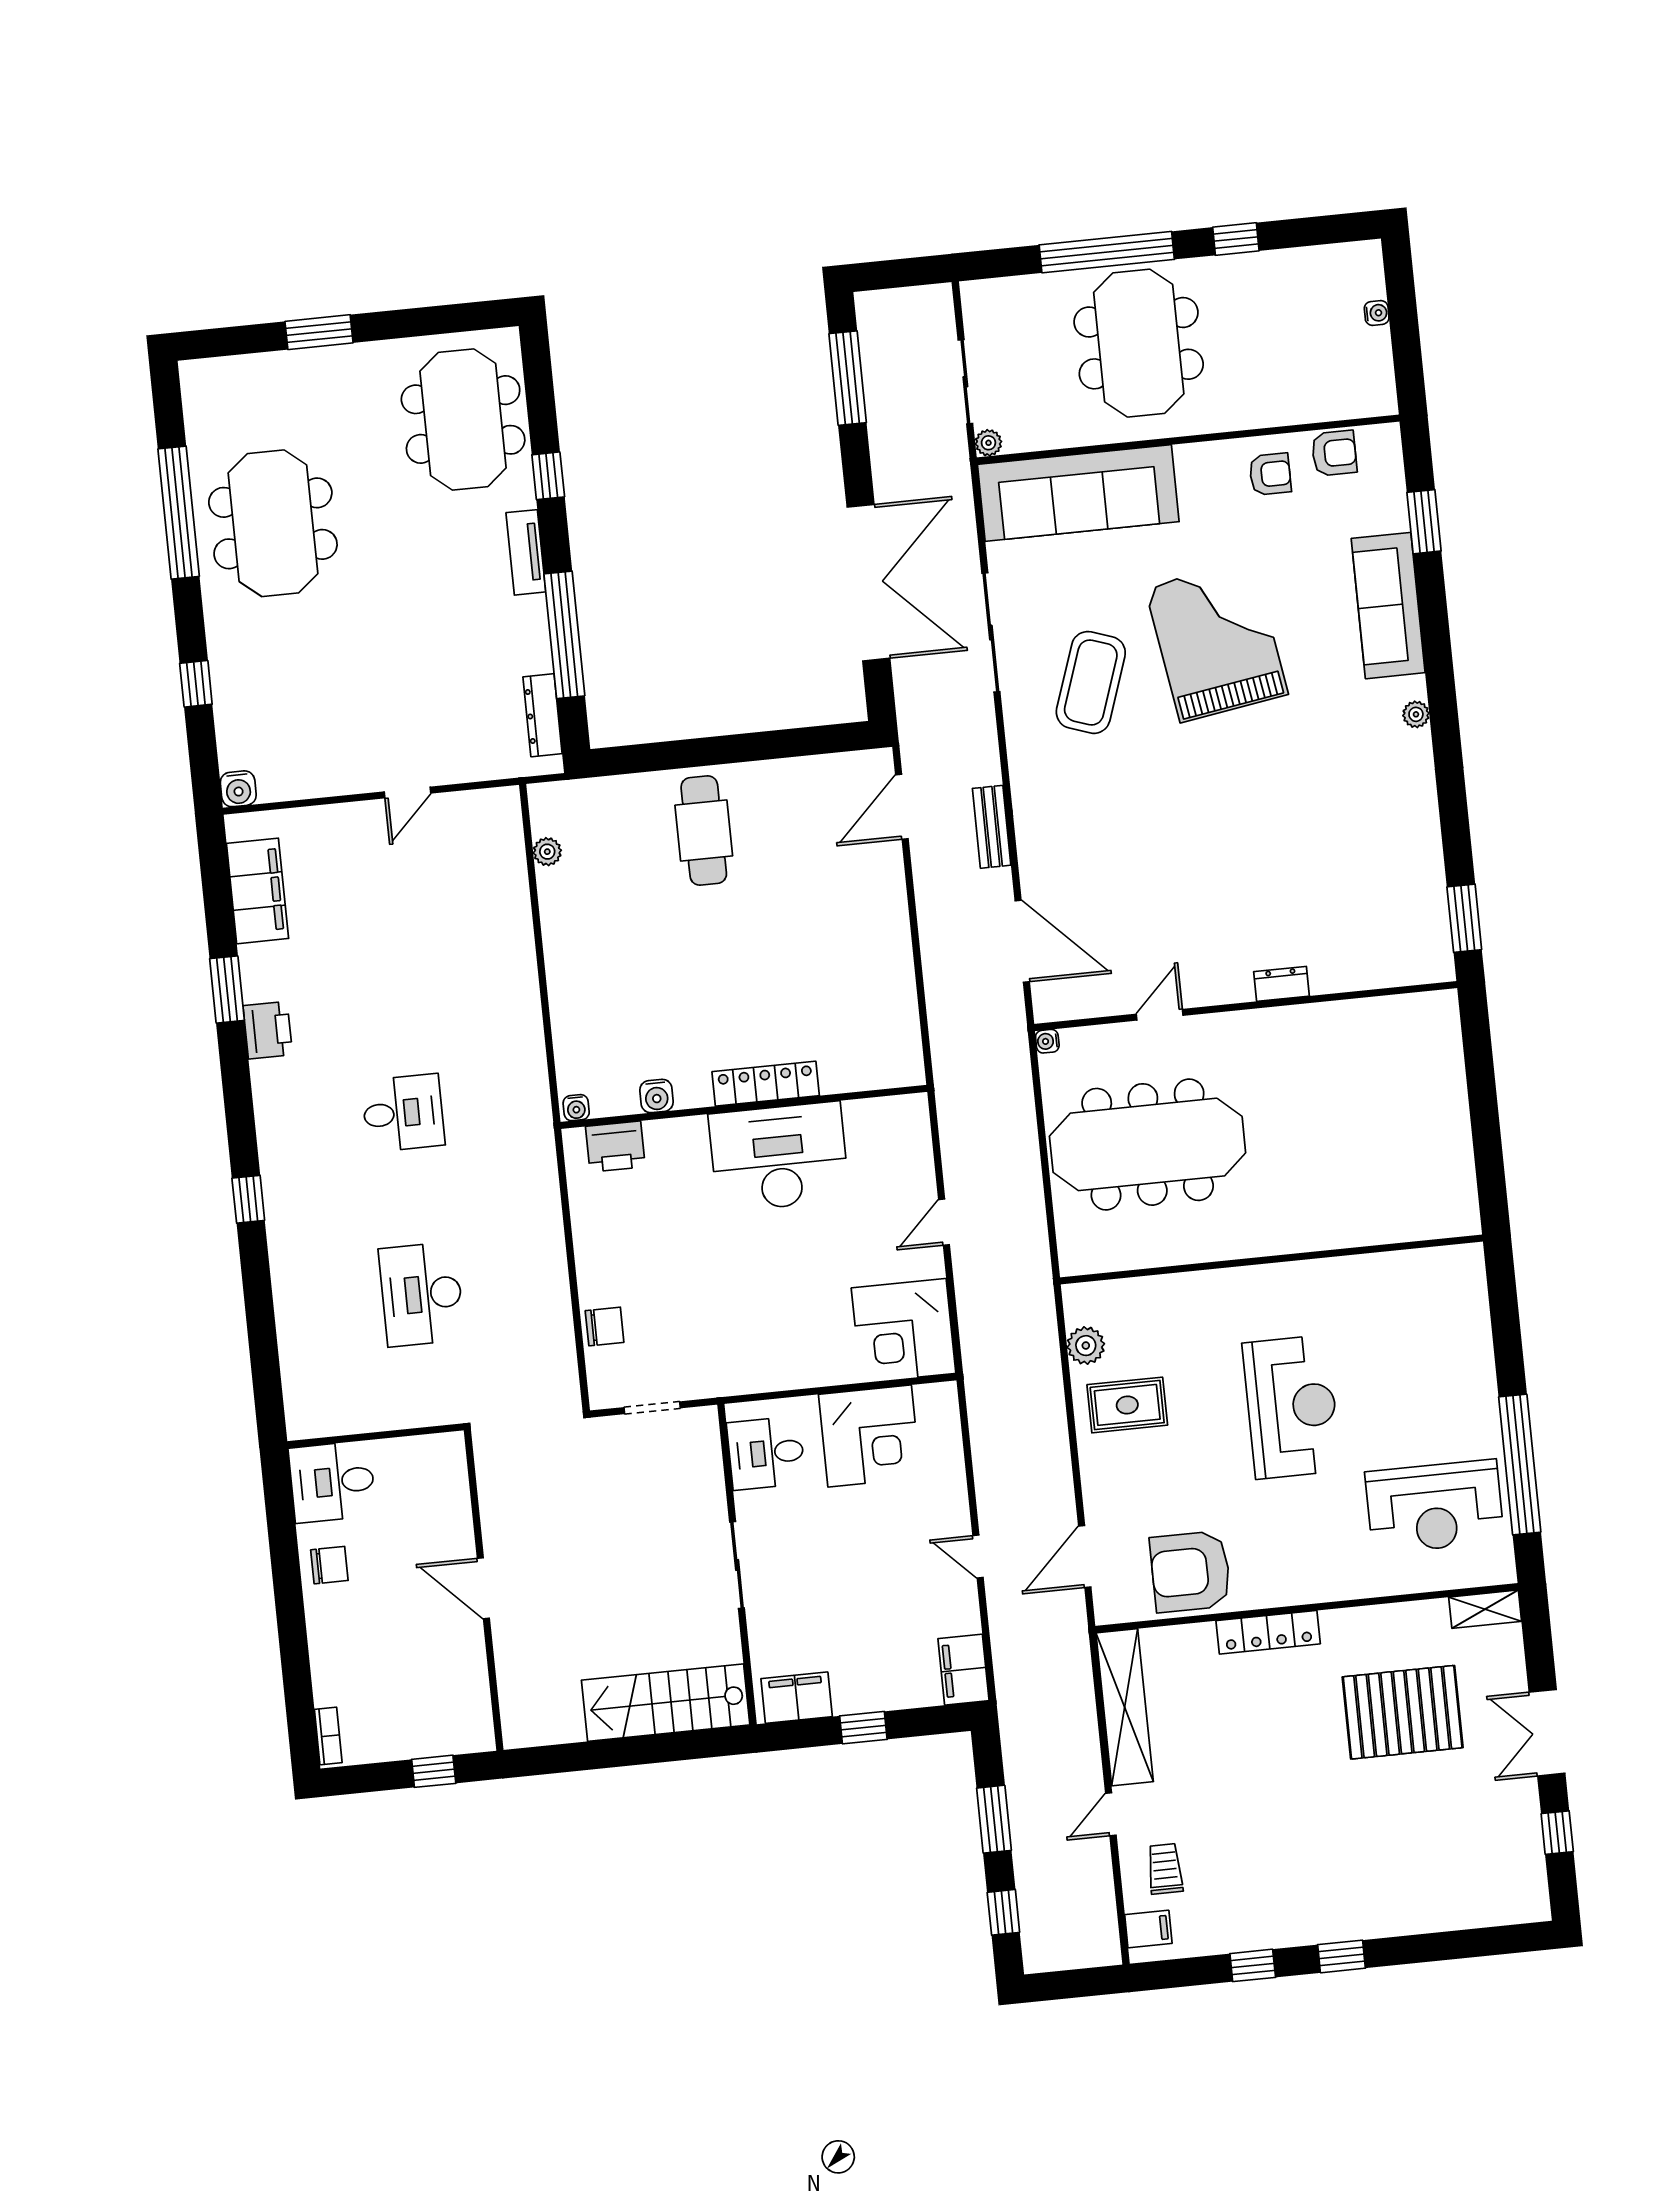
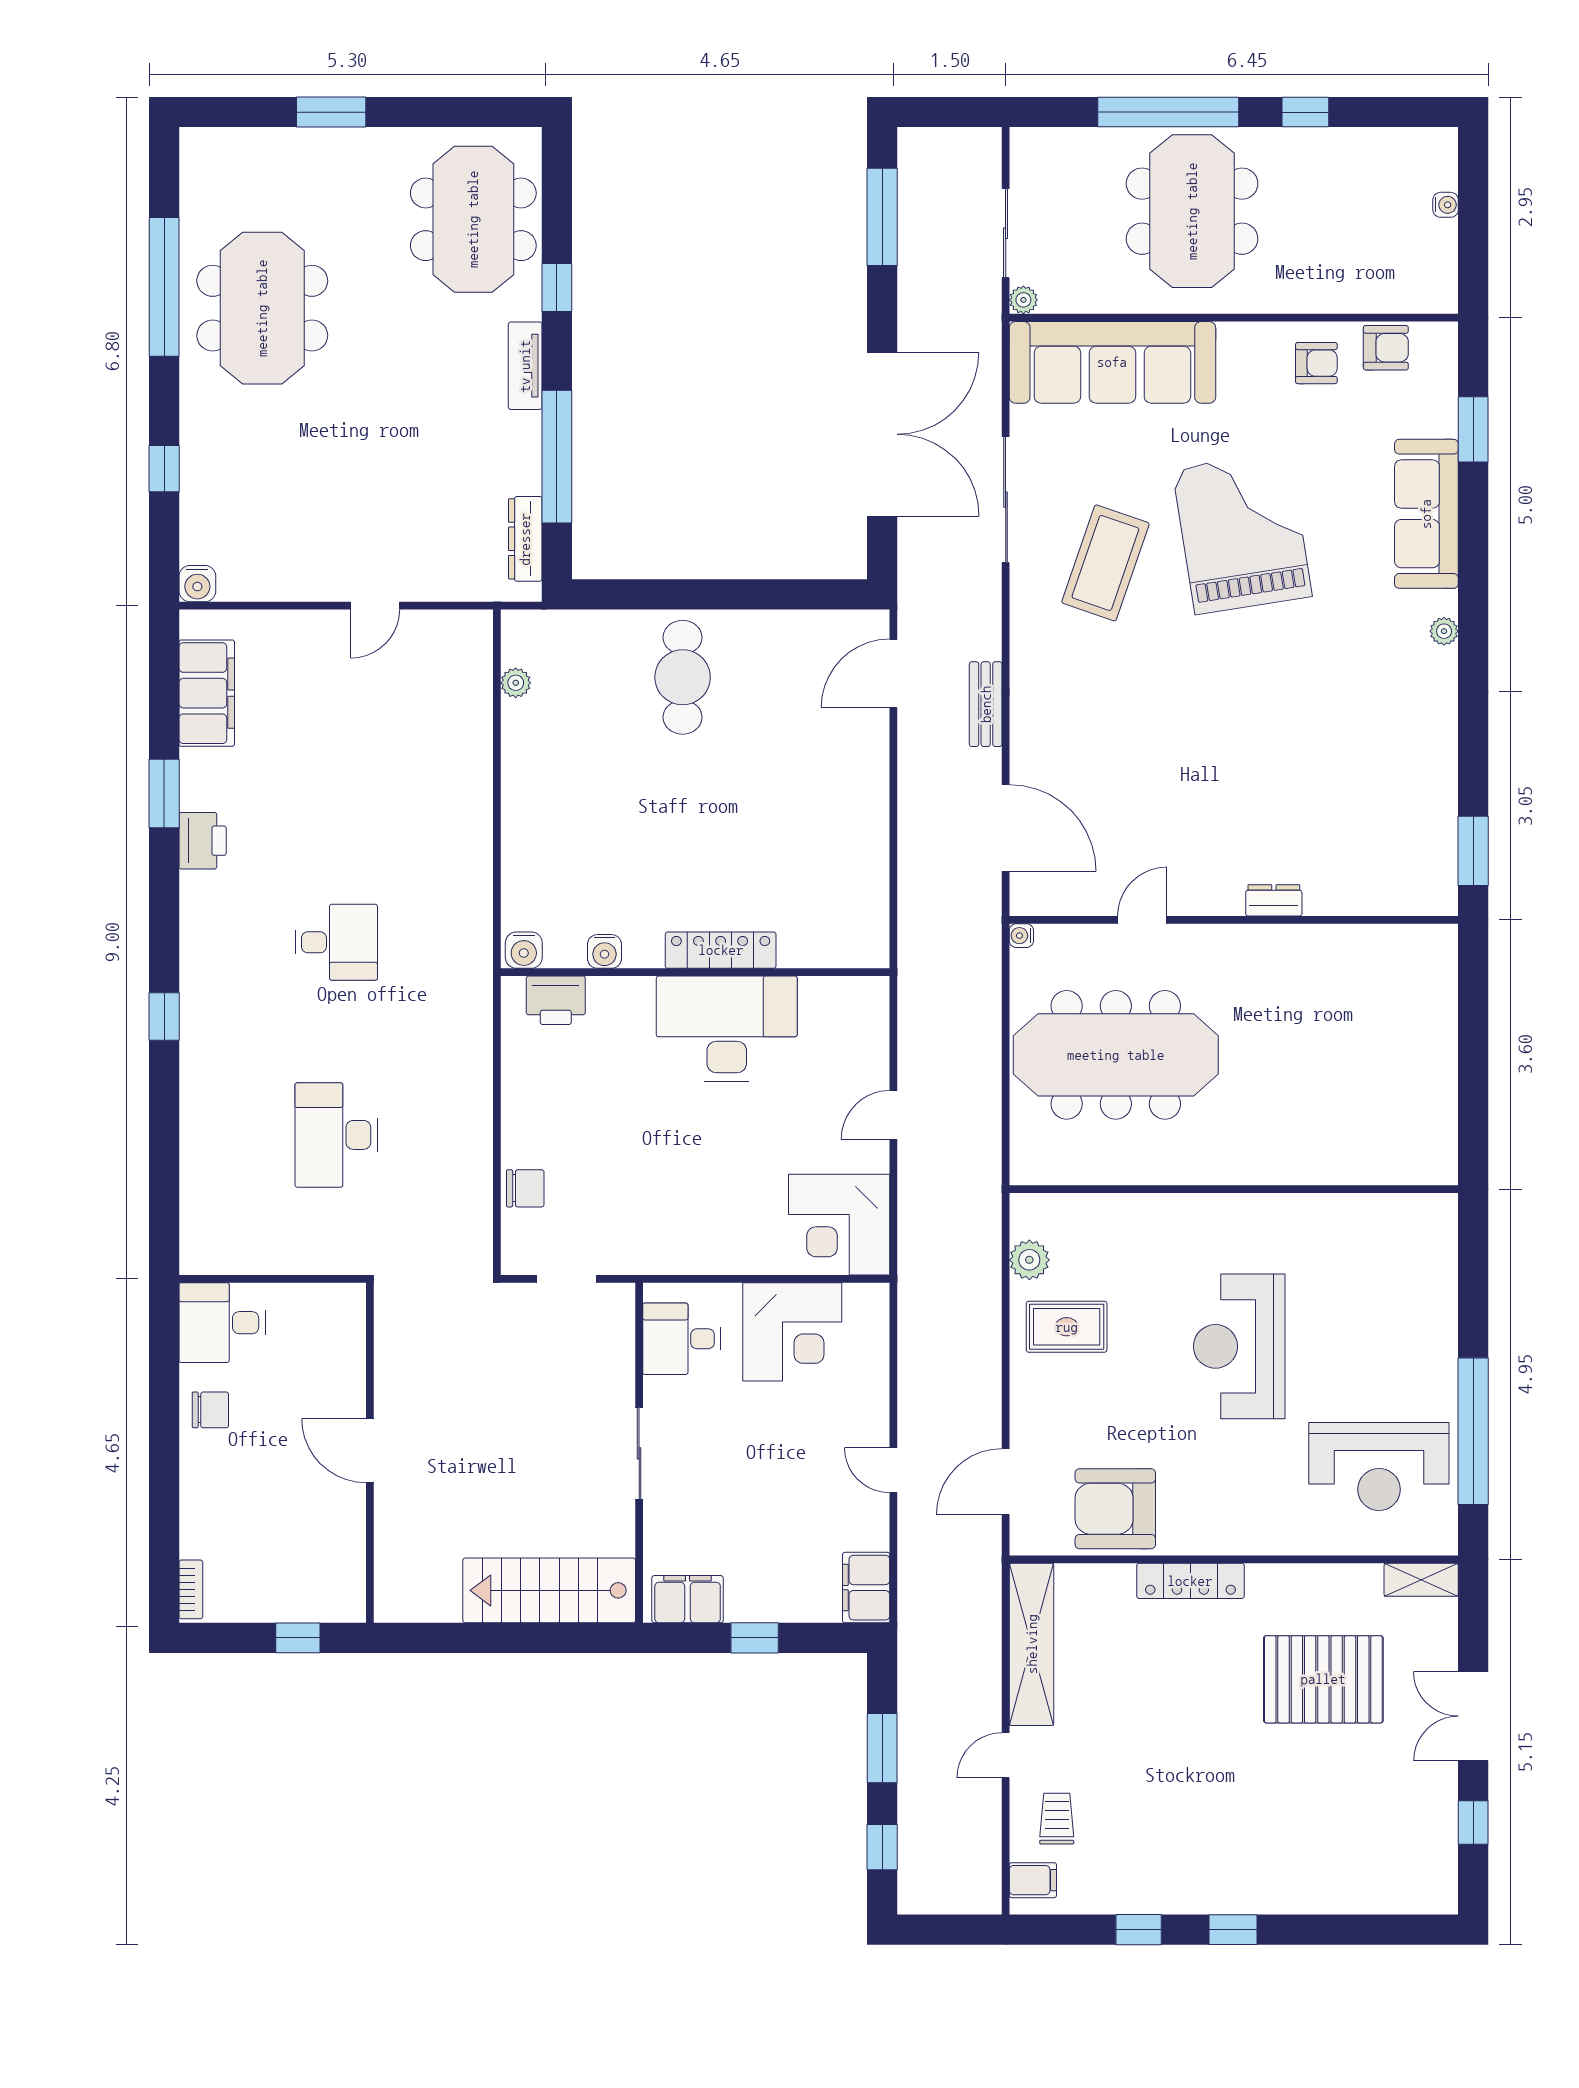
water cooler: (576, 1108) -> (524, 950), width x1.38, depth x1.38
reception desk: (1292, 1407) -> (1239, 1346), turned 180

